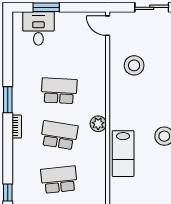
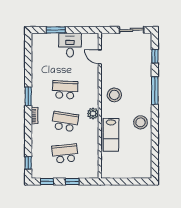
door: (108, 26) -> (100, 57), moved
desk: (38, 28) -> (70, 45), moved
stool: (134, 65) -> (114, 95), moved

